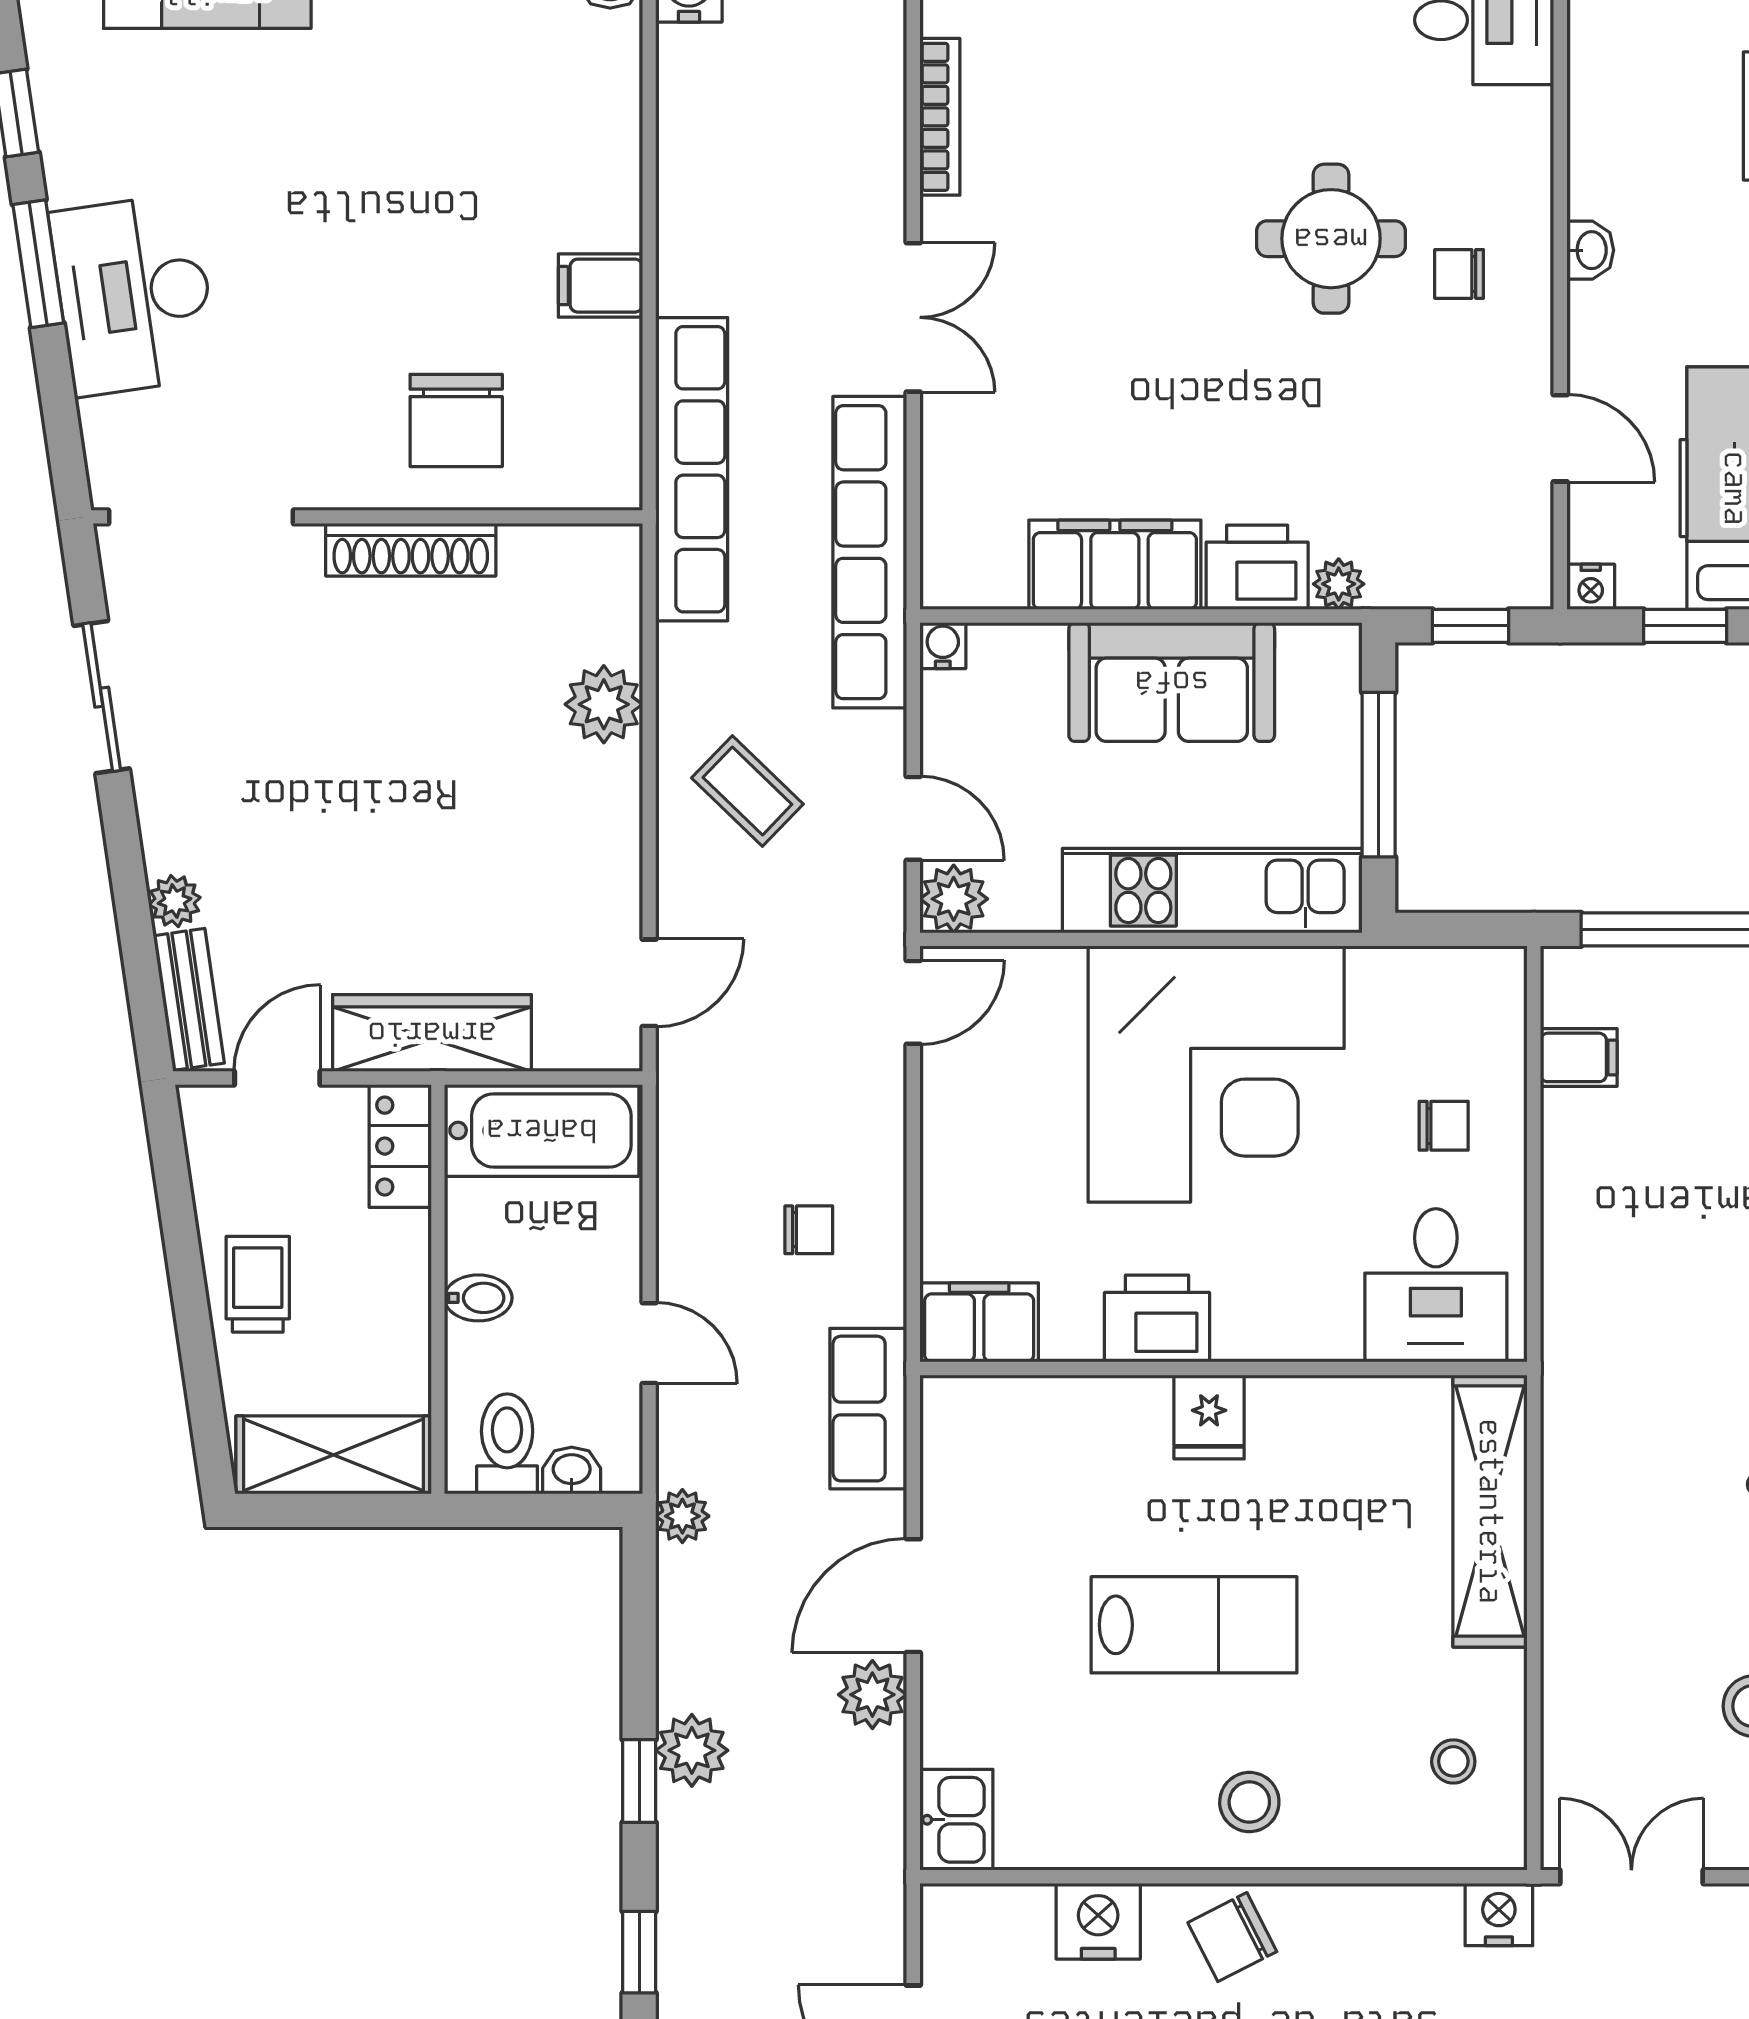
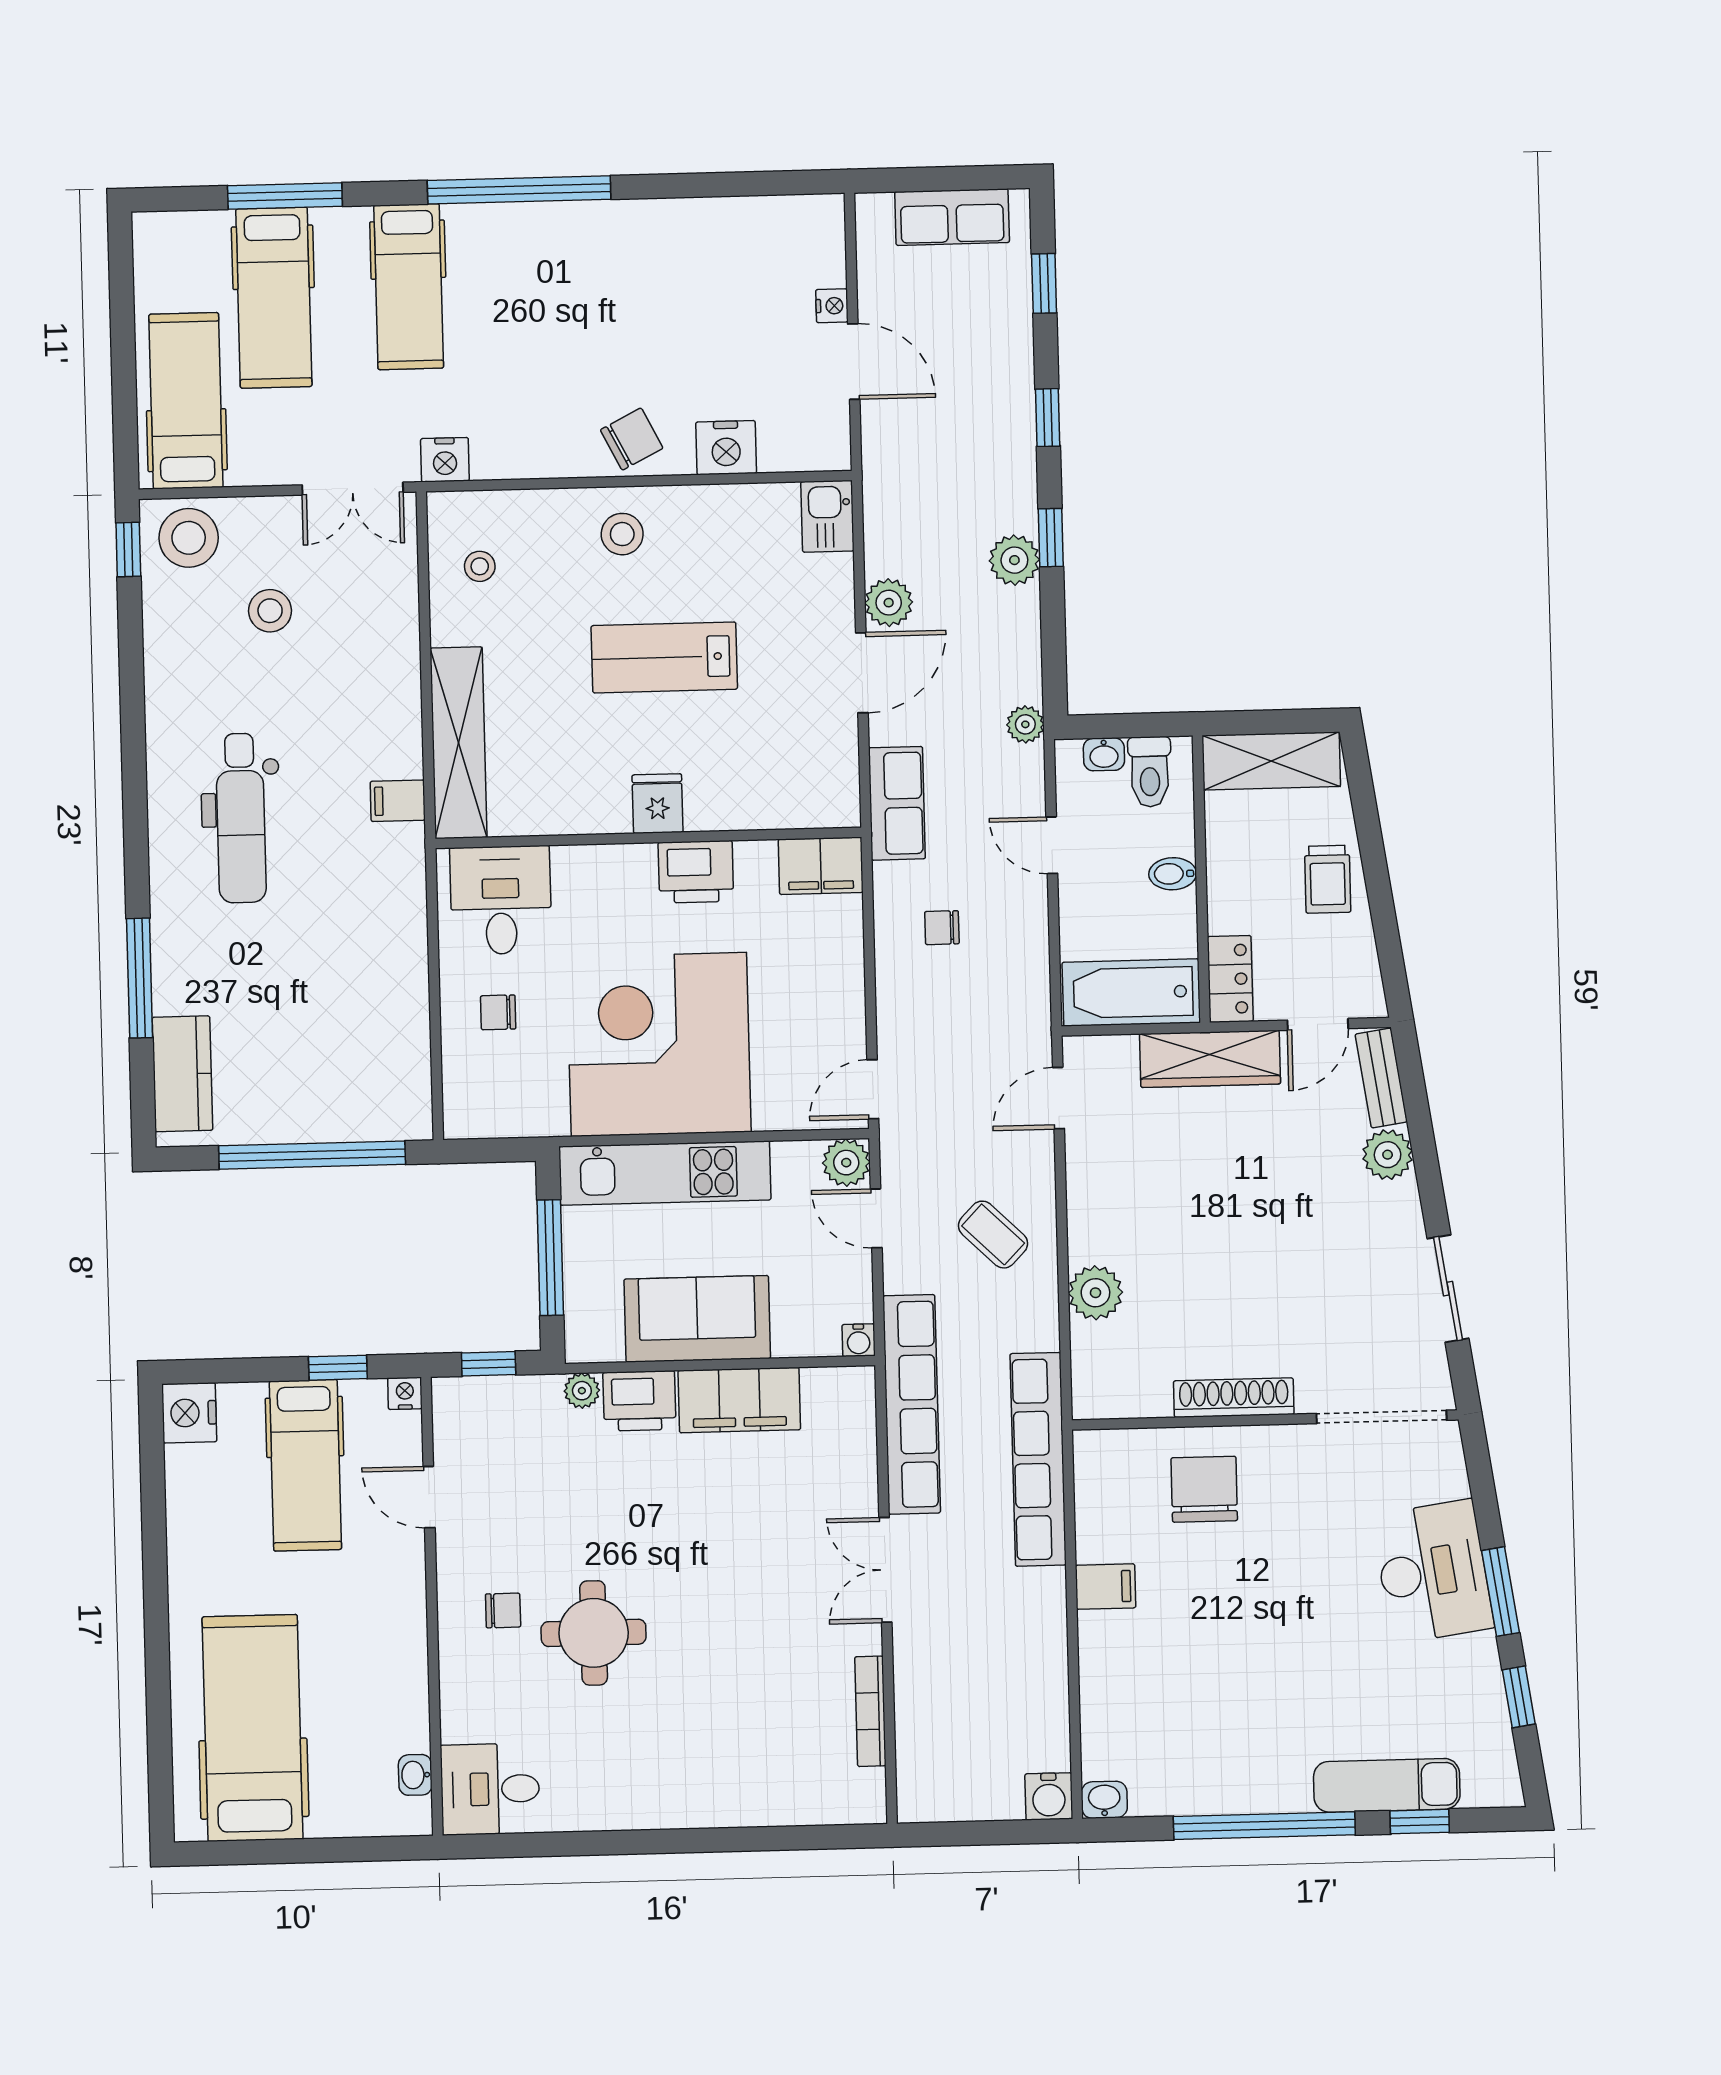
washbasin: (1590, 250) -> (415, 1775), moved
plant: (175, 901) -> (1388, 1155), width x1.38, depth x1.38
filing cabinet: (1579, 1057) -> (398, 801), moved

